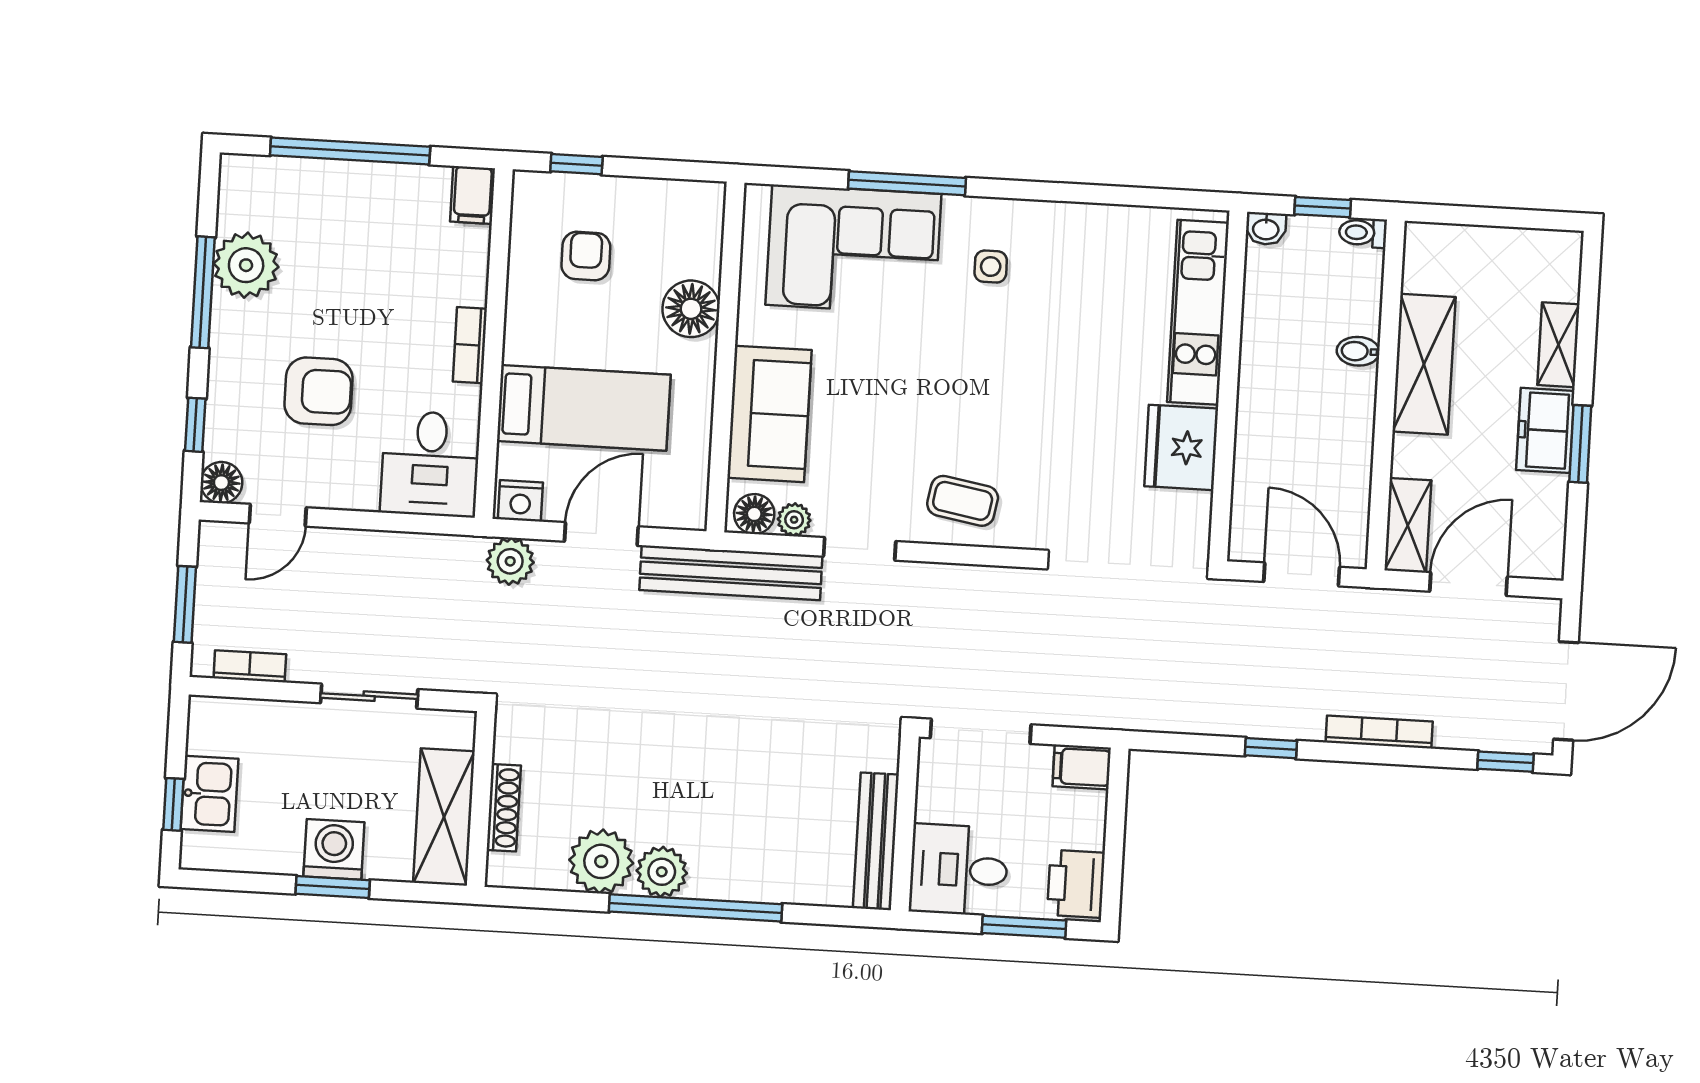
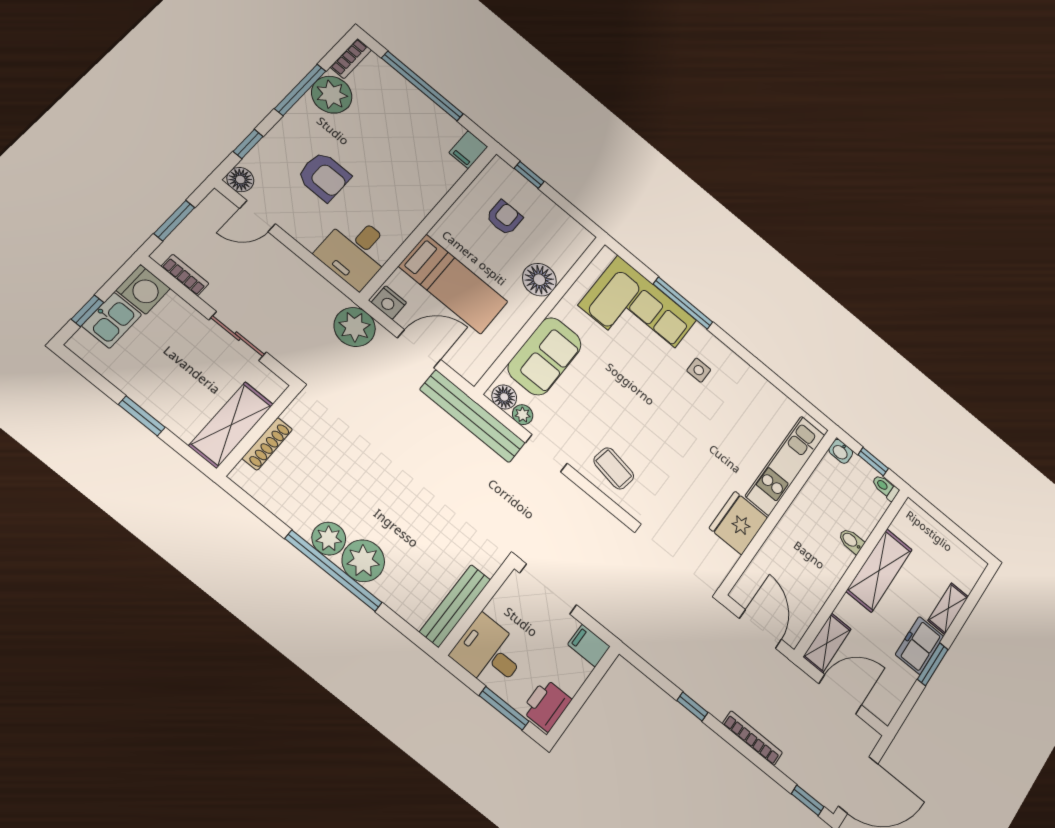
bookcase: (470, 345) -> (351, 59), moved, turned 180
plant: (510, 561) -> (355, 327), width x1.36, depth x1.36
washing machine: (334, 849) -> (143, 289), moved, turned 90
plant: (601, 861) -> (363, 561), moved

